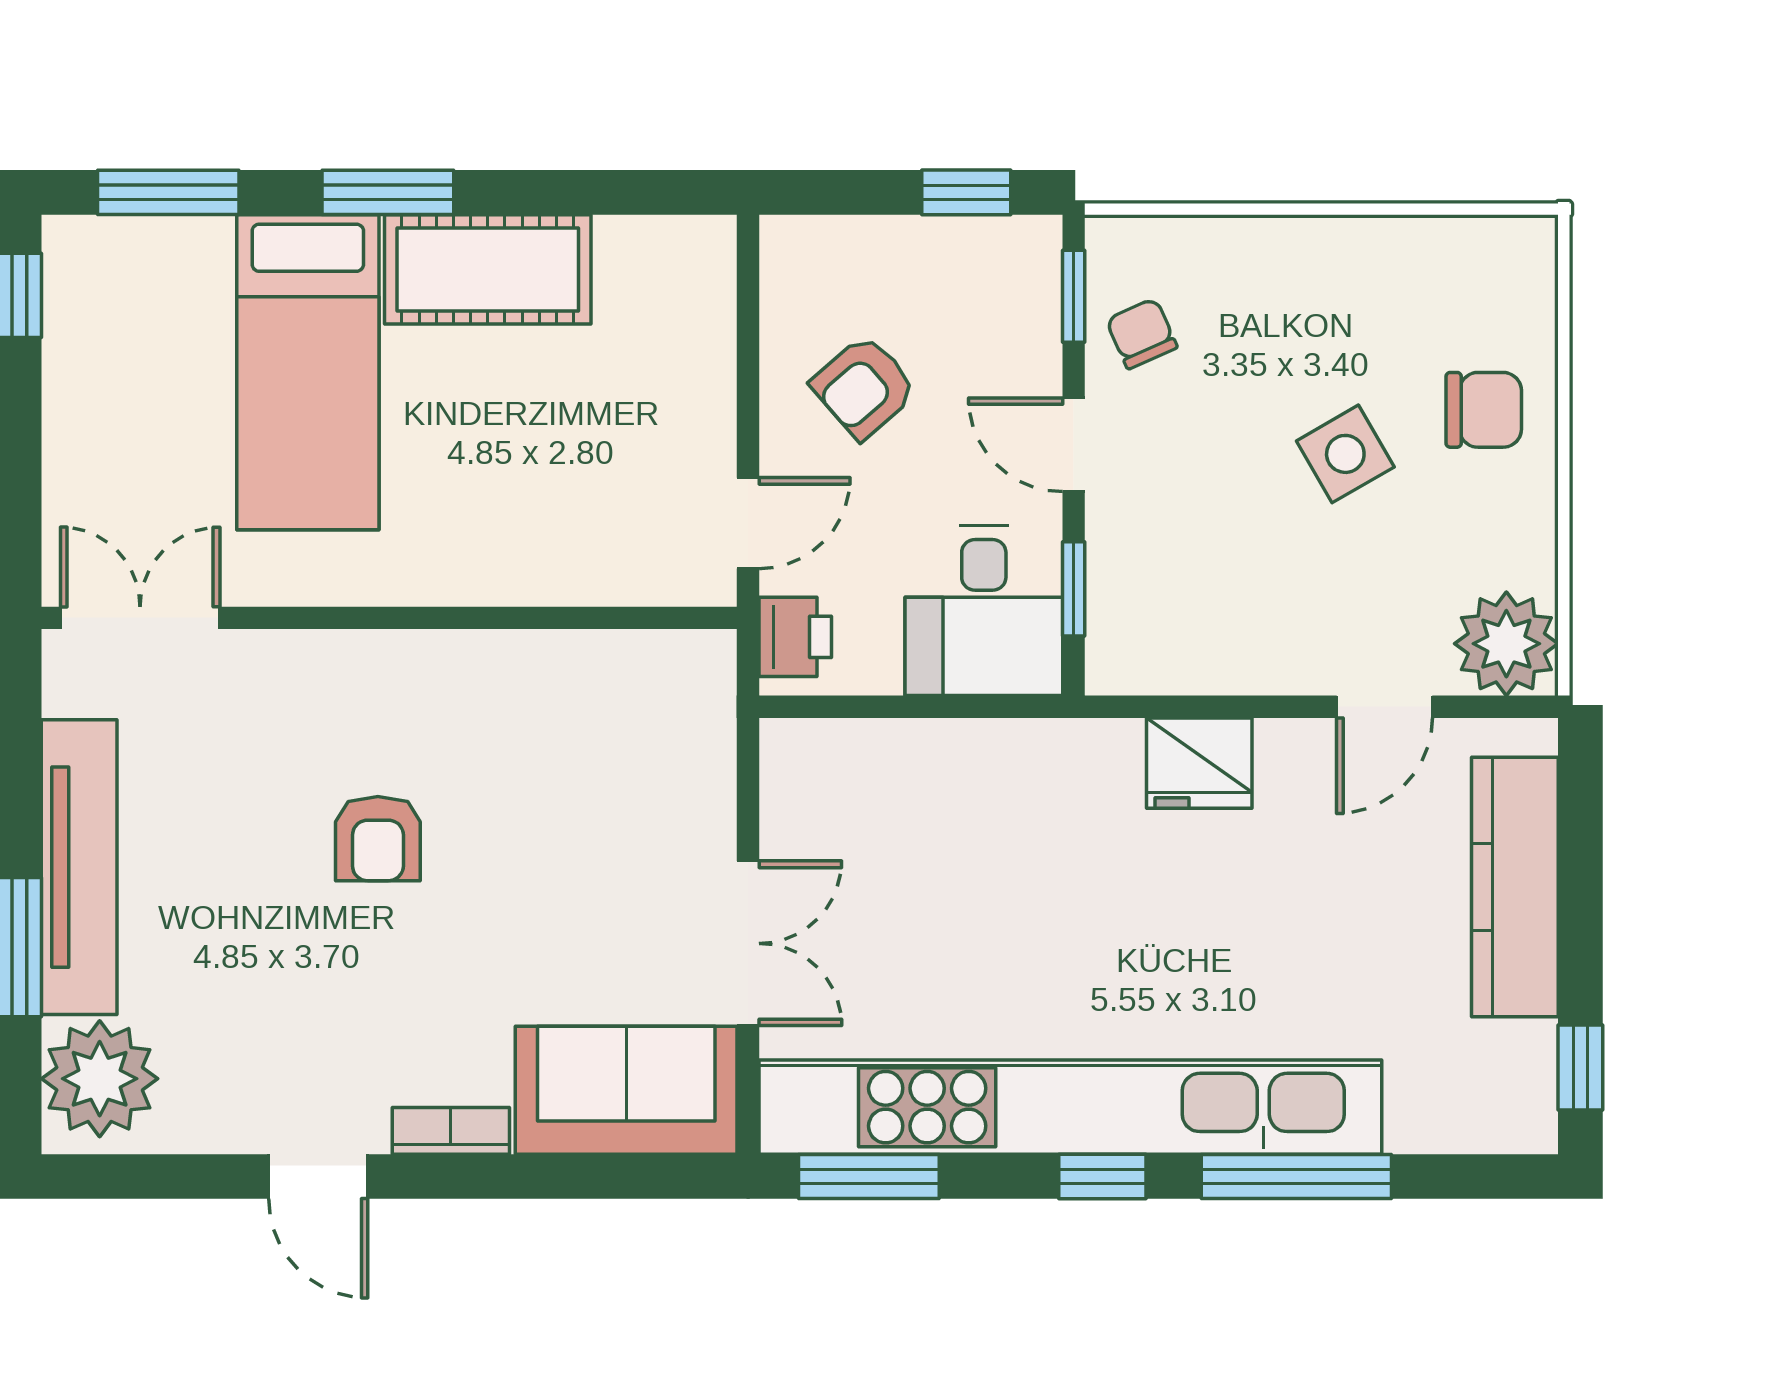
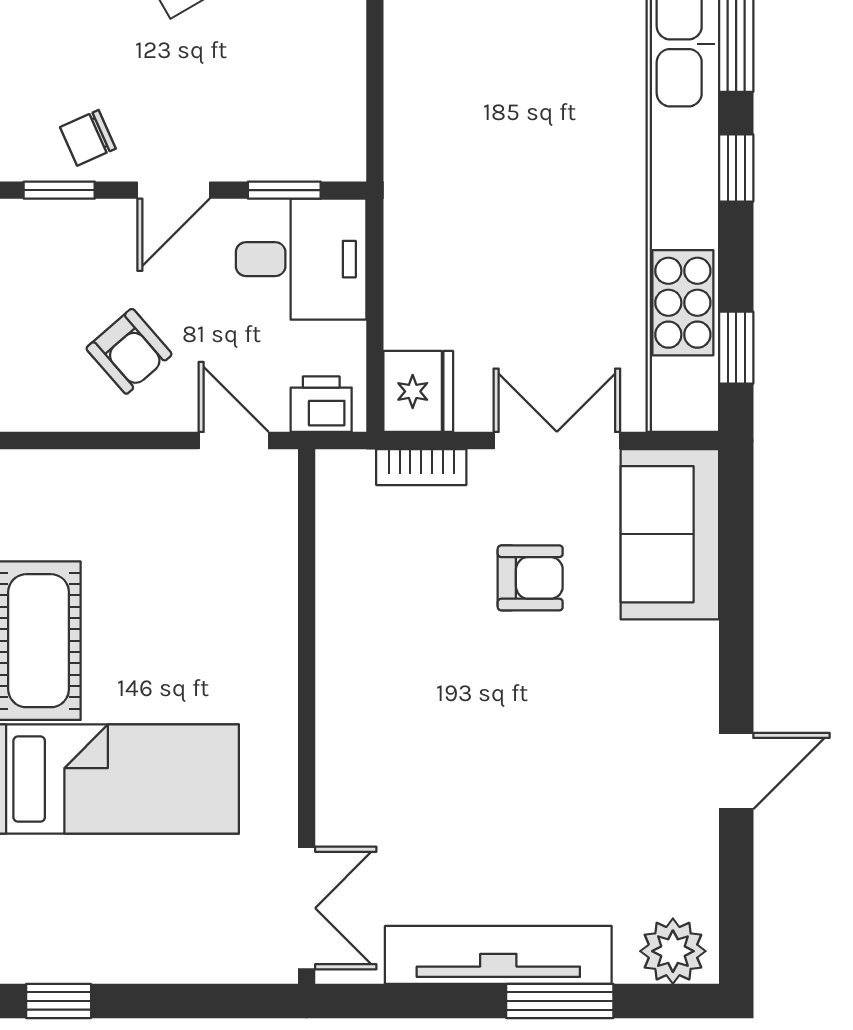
double door: (140, 618) -> (307, 908), swing flipped
fridge: (1199, 763) -> (418, 391), moved
armchair: (378, 839) -> (530, 578), moved
plant: (100, 1079) -> (673, 951), width x0.73, depth x0.73
bookcase: (451, 1131) -> (421, 467), moved, turned -90
window: (869, 1177) -> (736, 348), width x0.67

